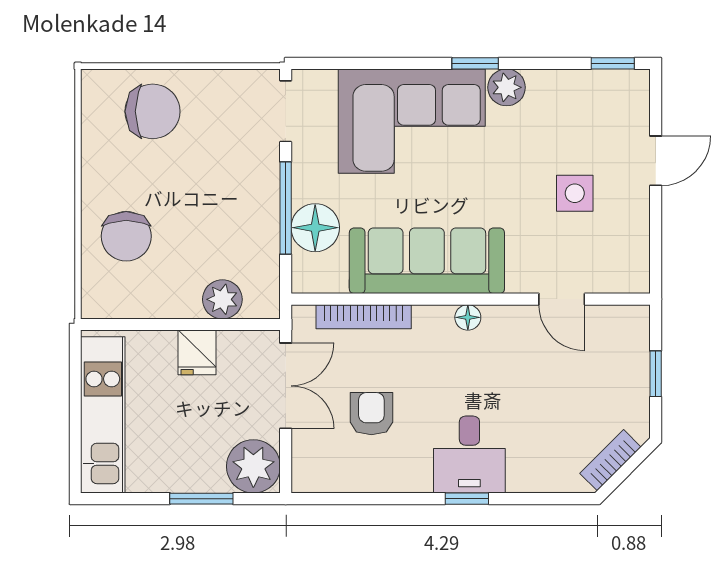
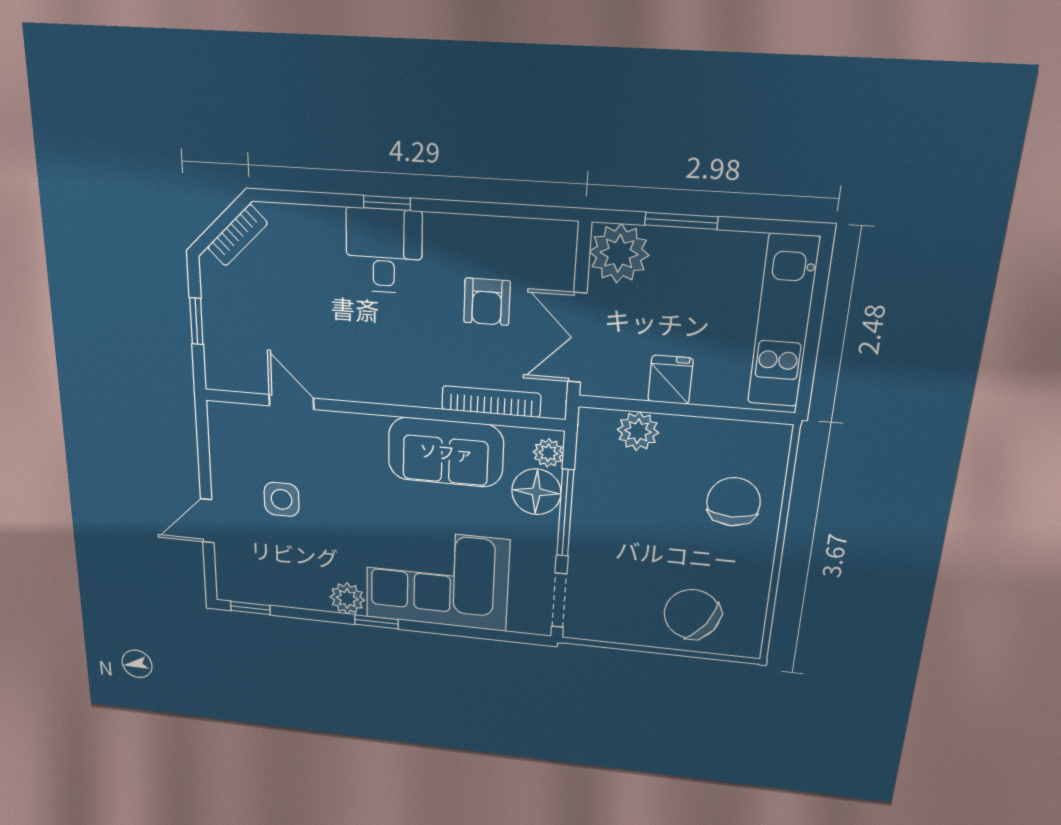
chair: (153, 111) -> (692, 614), turned 33
sofa: (427, 261) -> (446, 452), width x0.73
plant: (306, 269) -> (548, 453), added
floor lamp: (468, 317) -> (385, 392), removed

